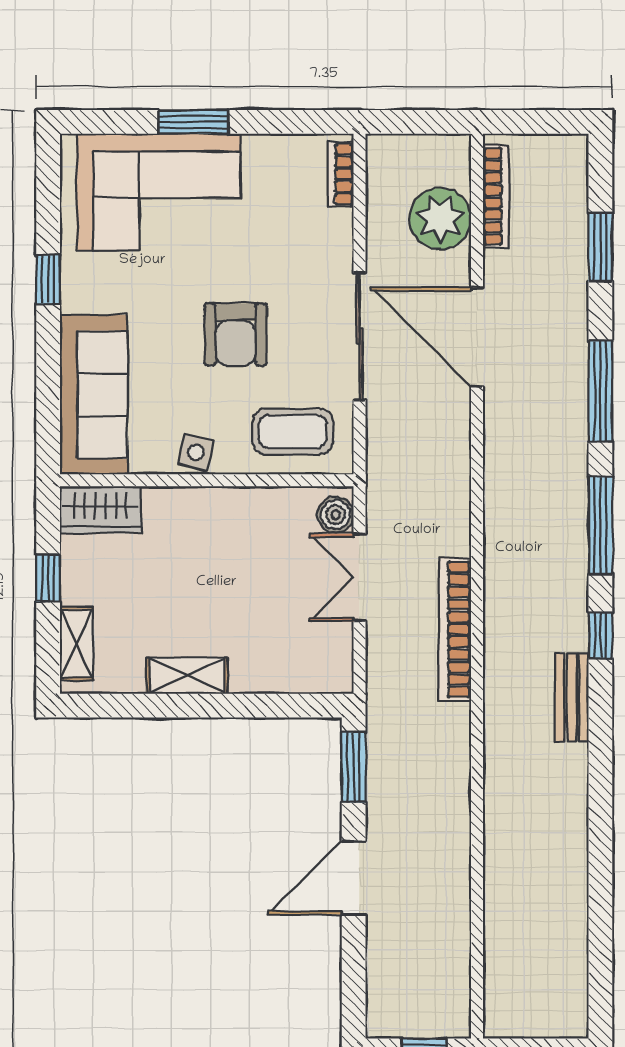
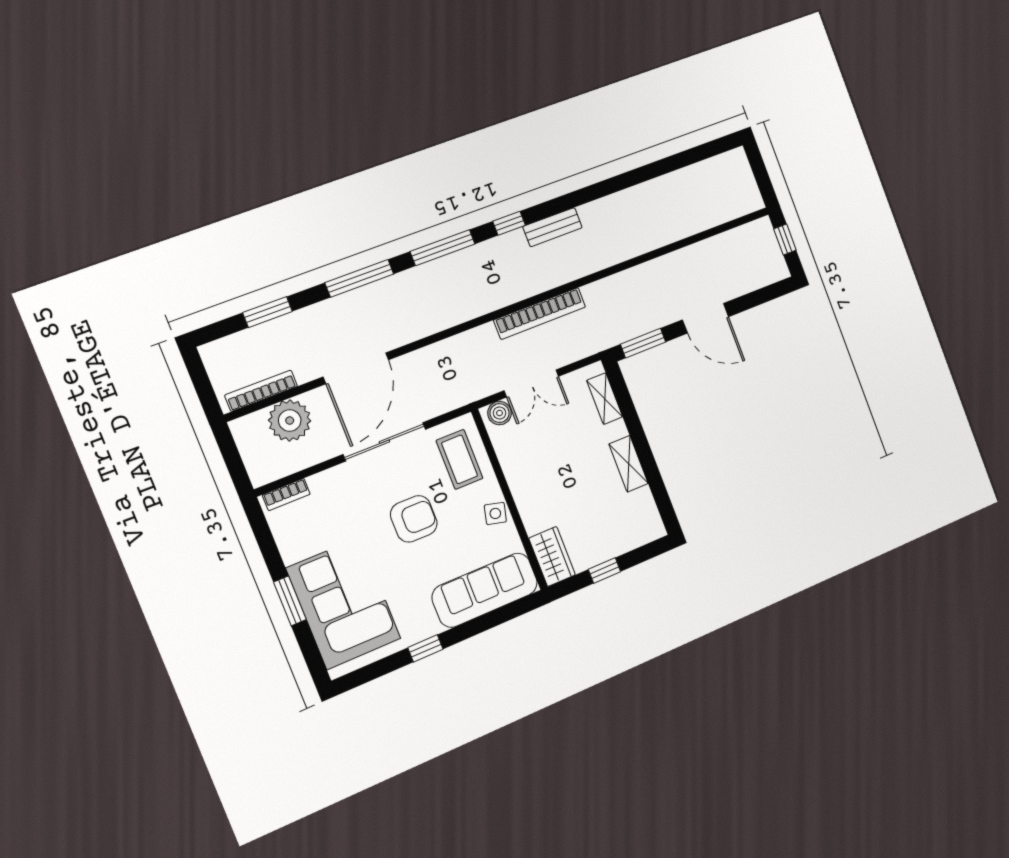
shelving: (76, 644) -> (605, 399), moved, turned 90

